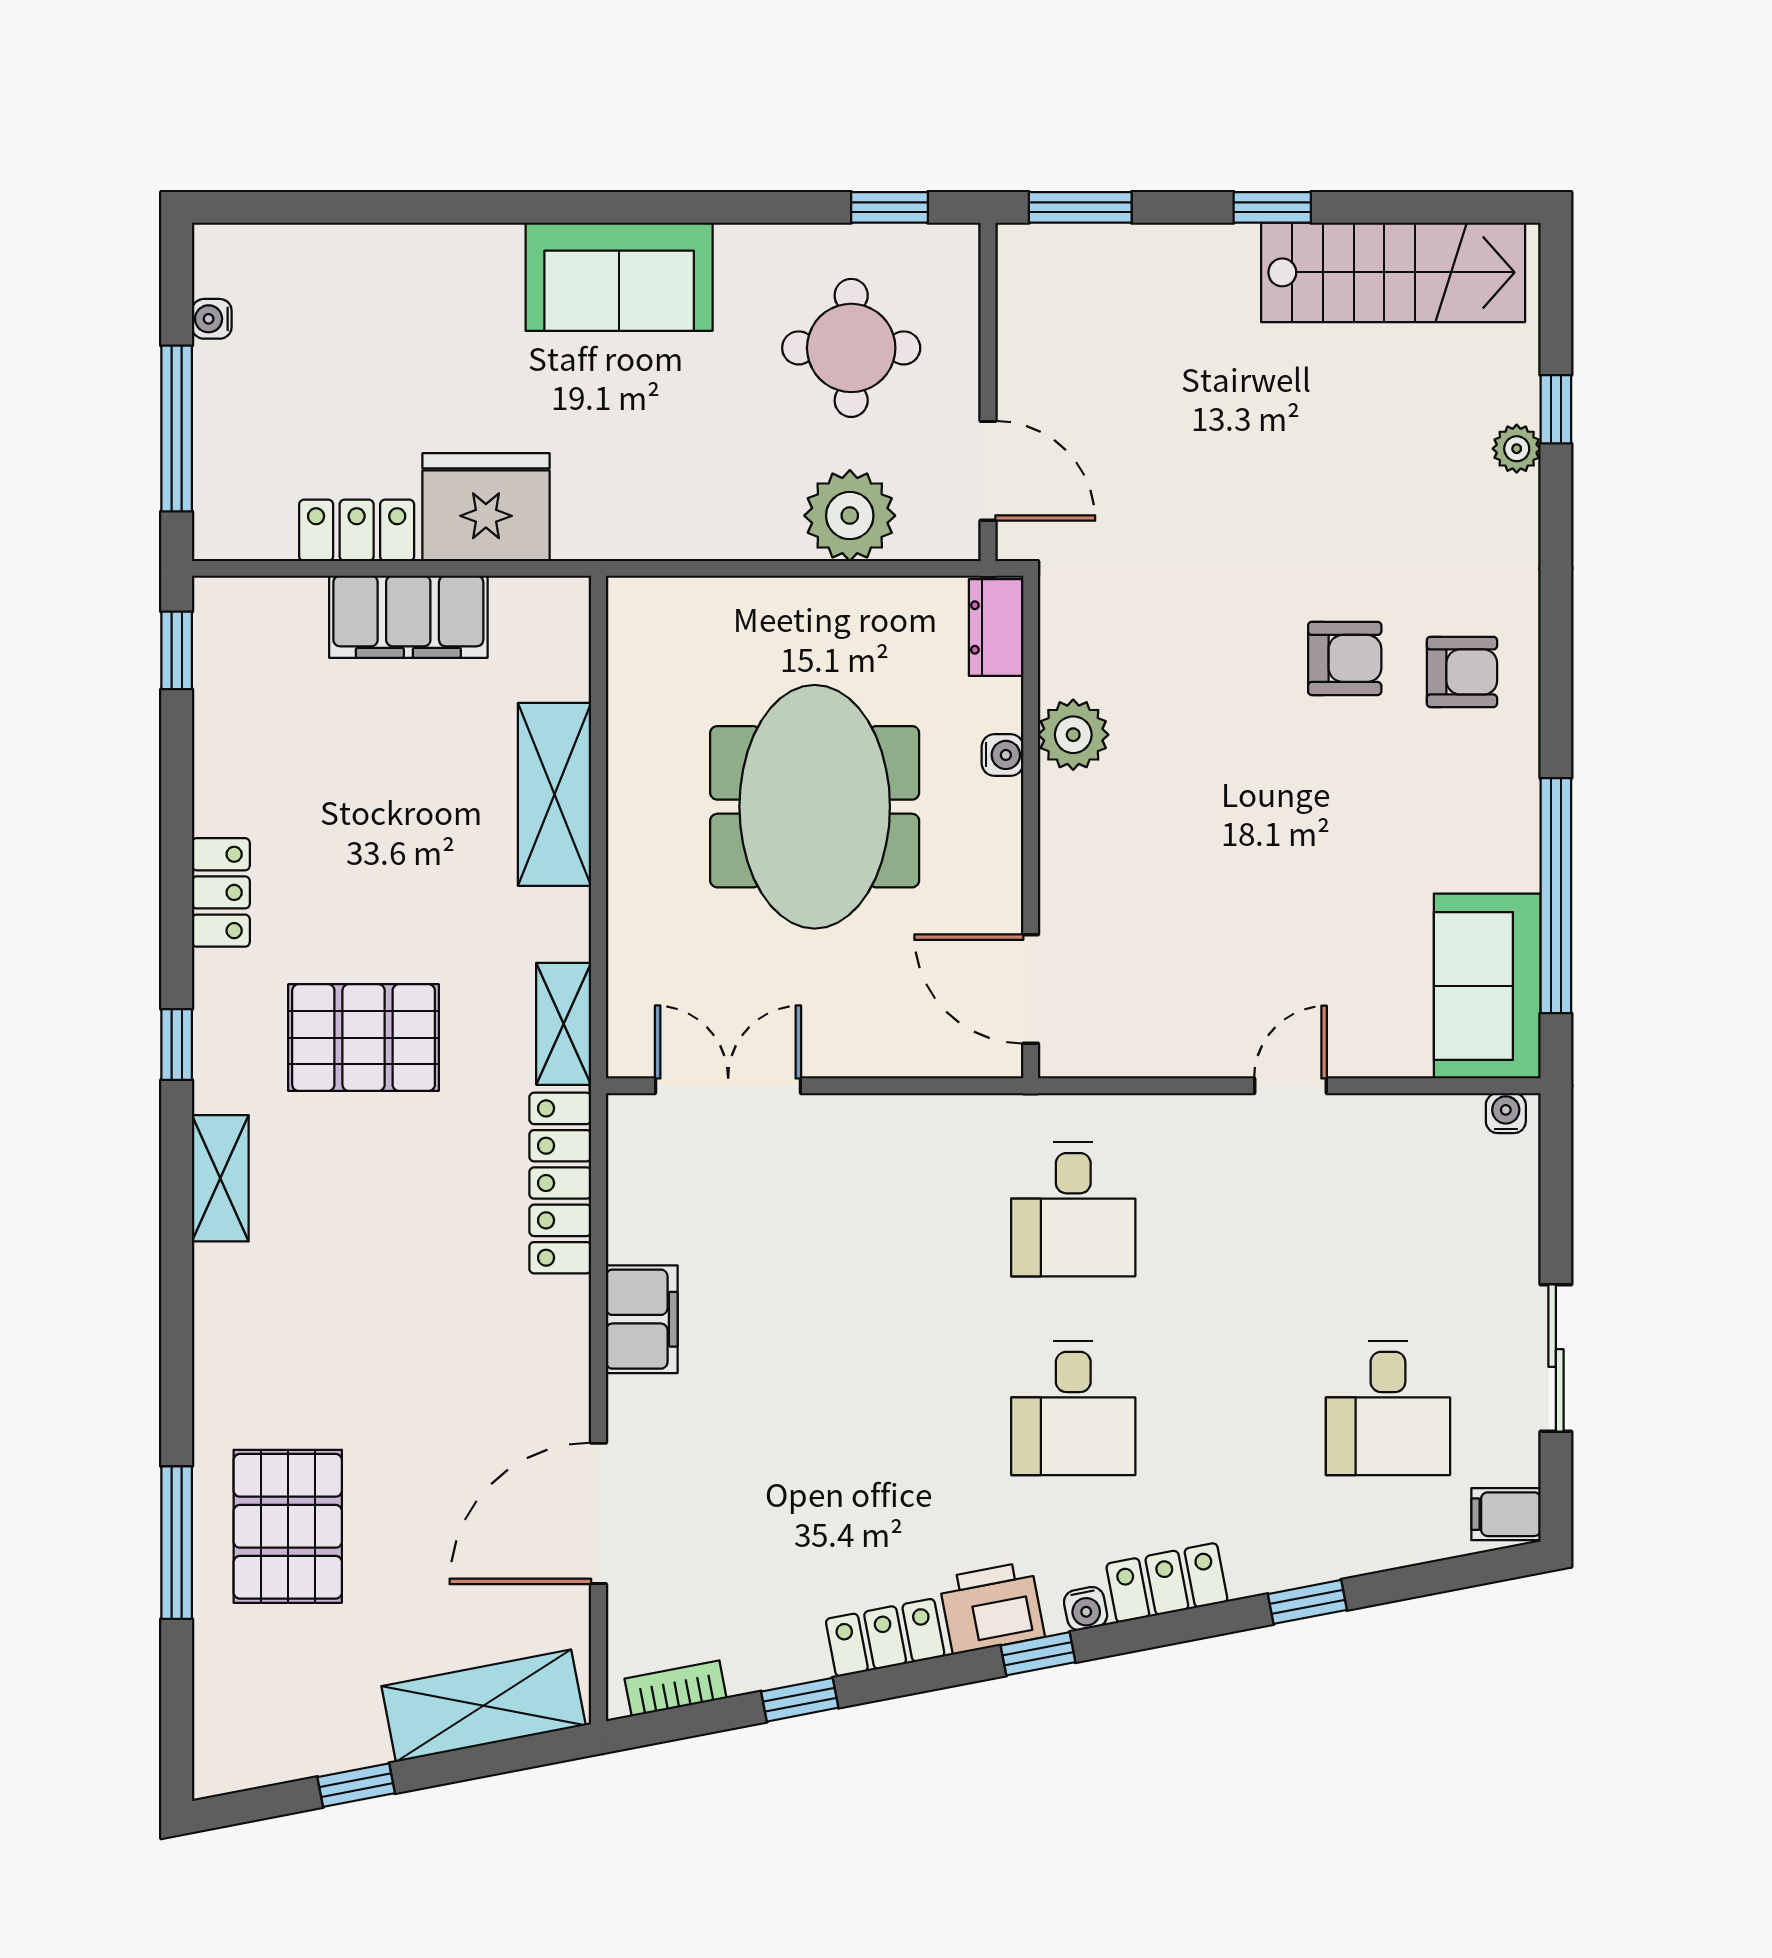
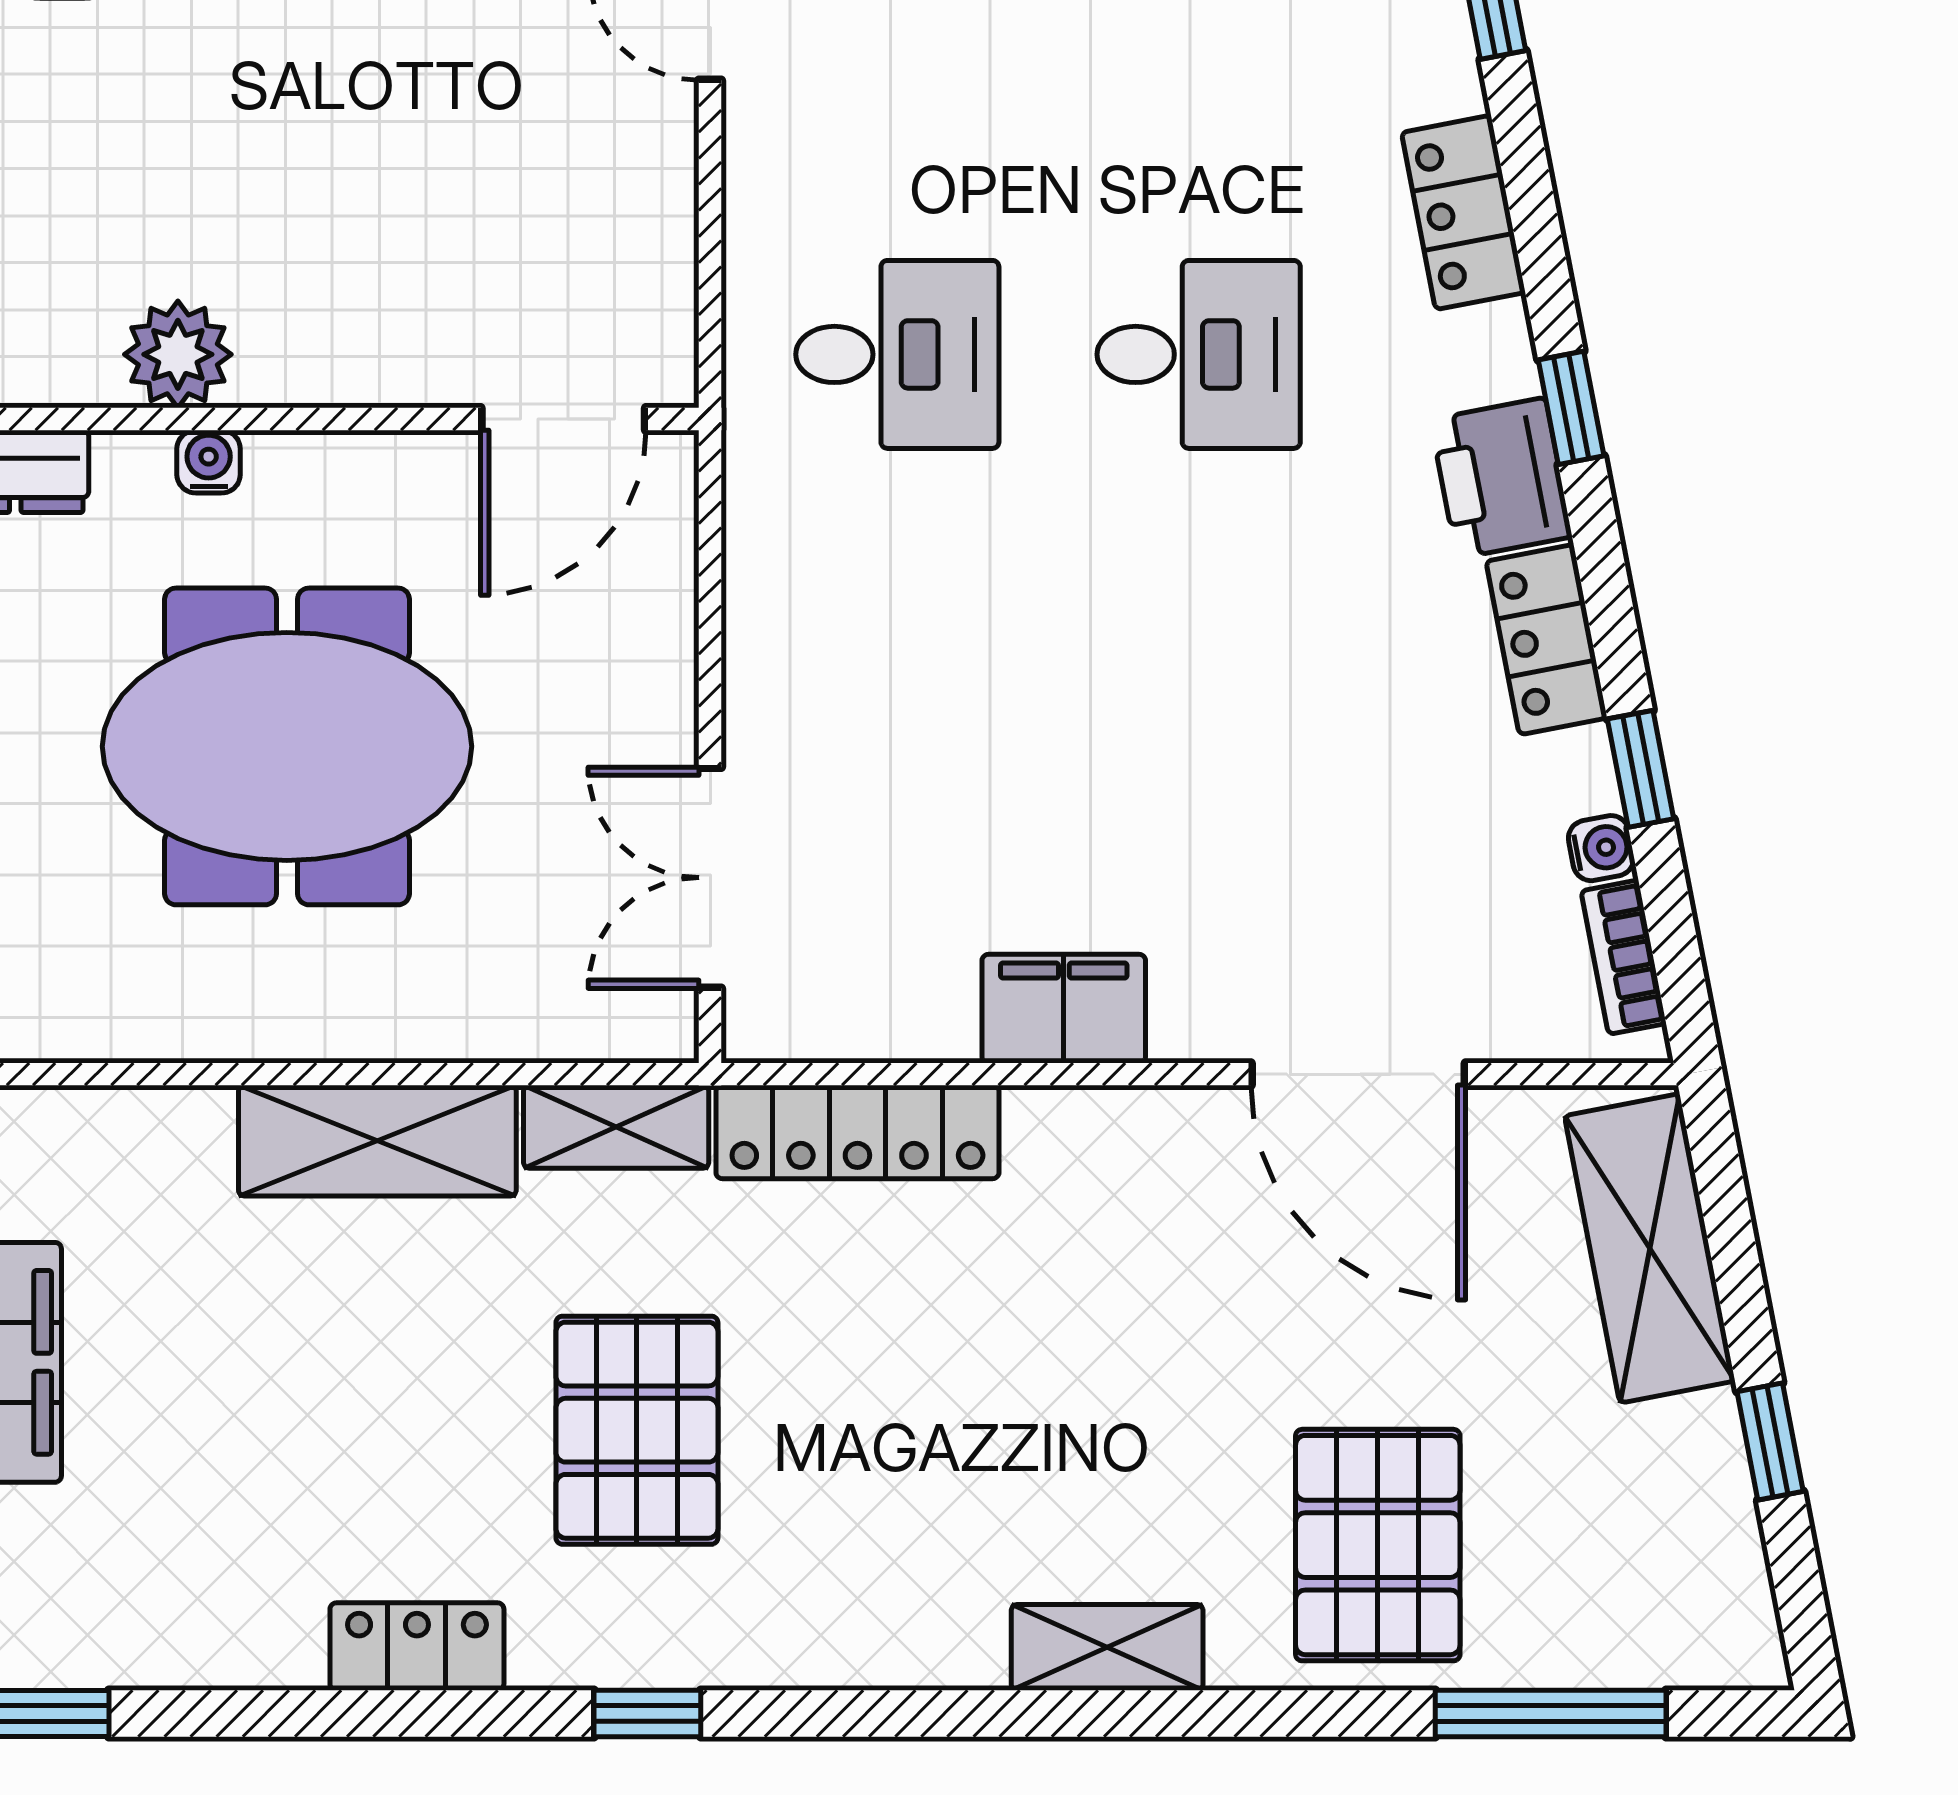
shelving: (555, 794) -> (377, 1141), moved
shelving: (220, 1178) -> (1107, 1647), moved
pallet: (288, 1526) -> (1378, 1545), turned 90
window: (177, 1543) -> (1551, 1714), moved
water cooler: (1086, 1609) -> (1601, 848), moved

